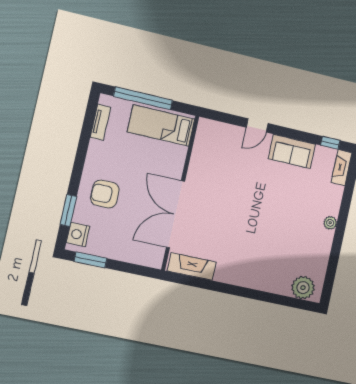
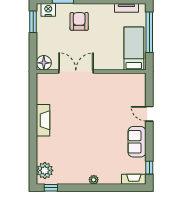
double door: (175, 214) -> (76, 71), width x0.73
floor lamp: (153, 257) -> (44, 63), added
fireplace: (192, 267) -> (43, 120), moved
window: (328, 284) -> (51, 188), added

